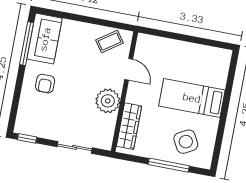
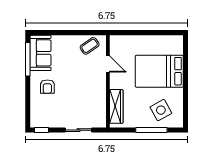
bed: (192, 98) -> (159, 71), width x1.50
plant: (108, 101) -> (97, 91), removed

